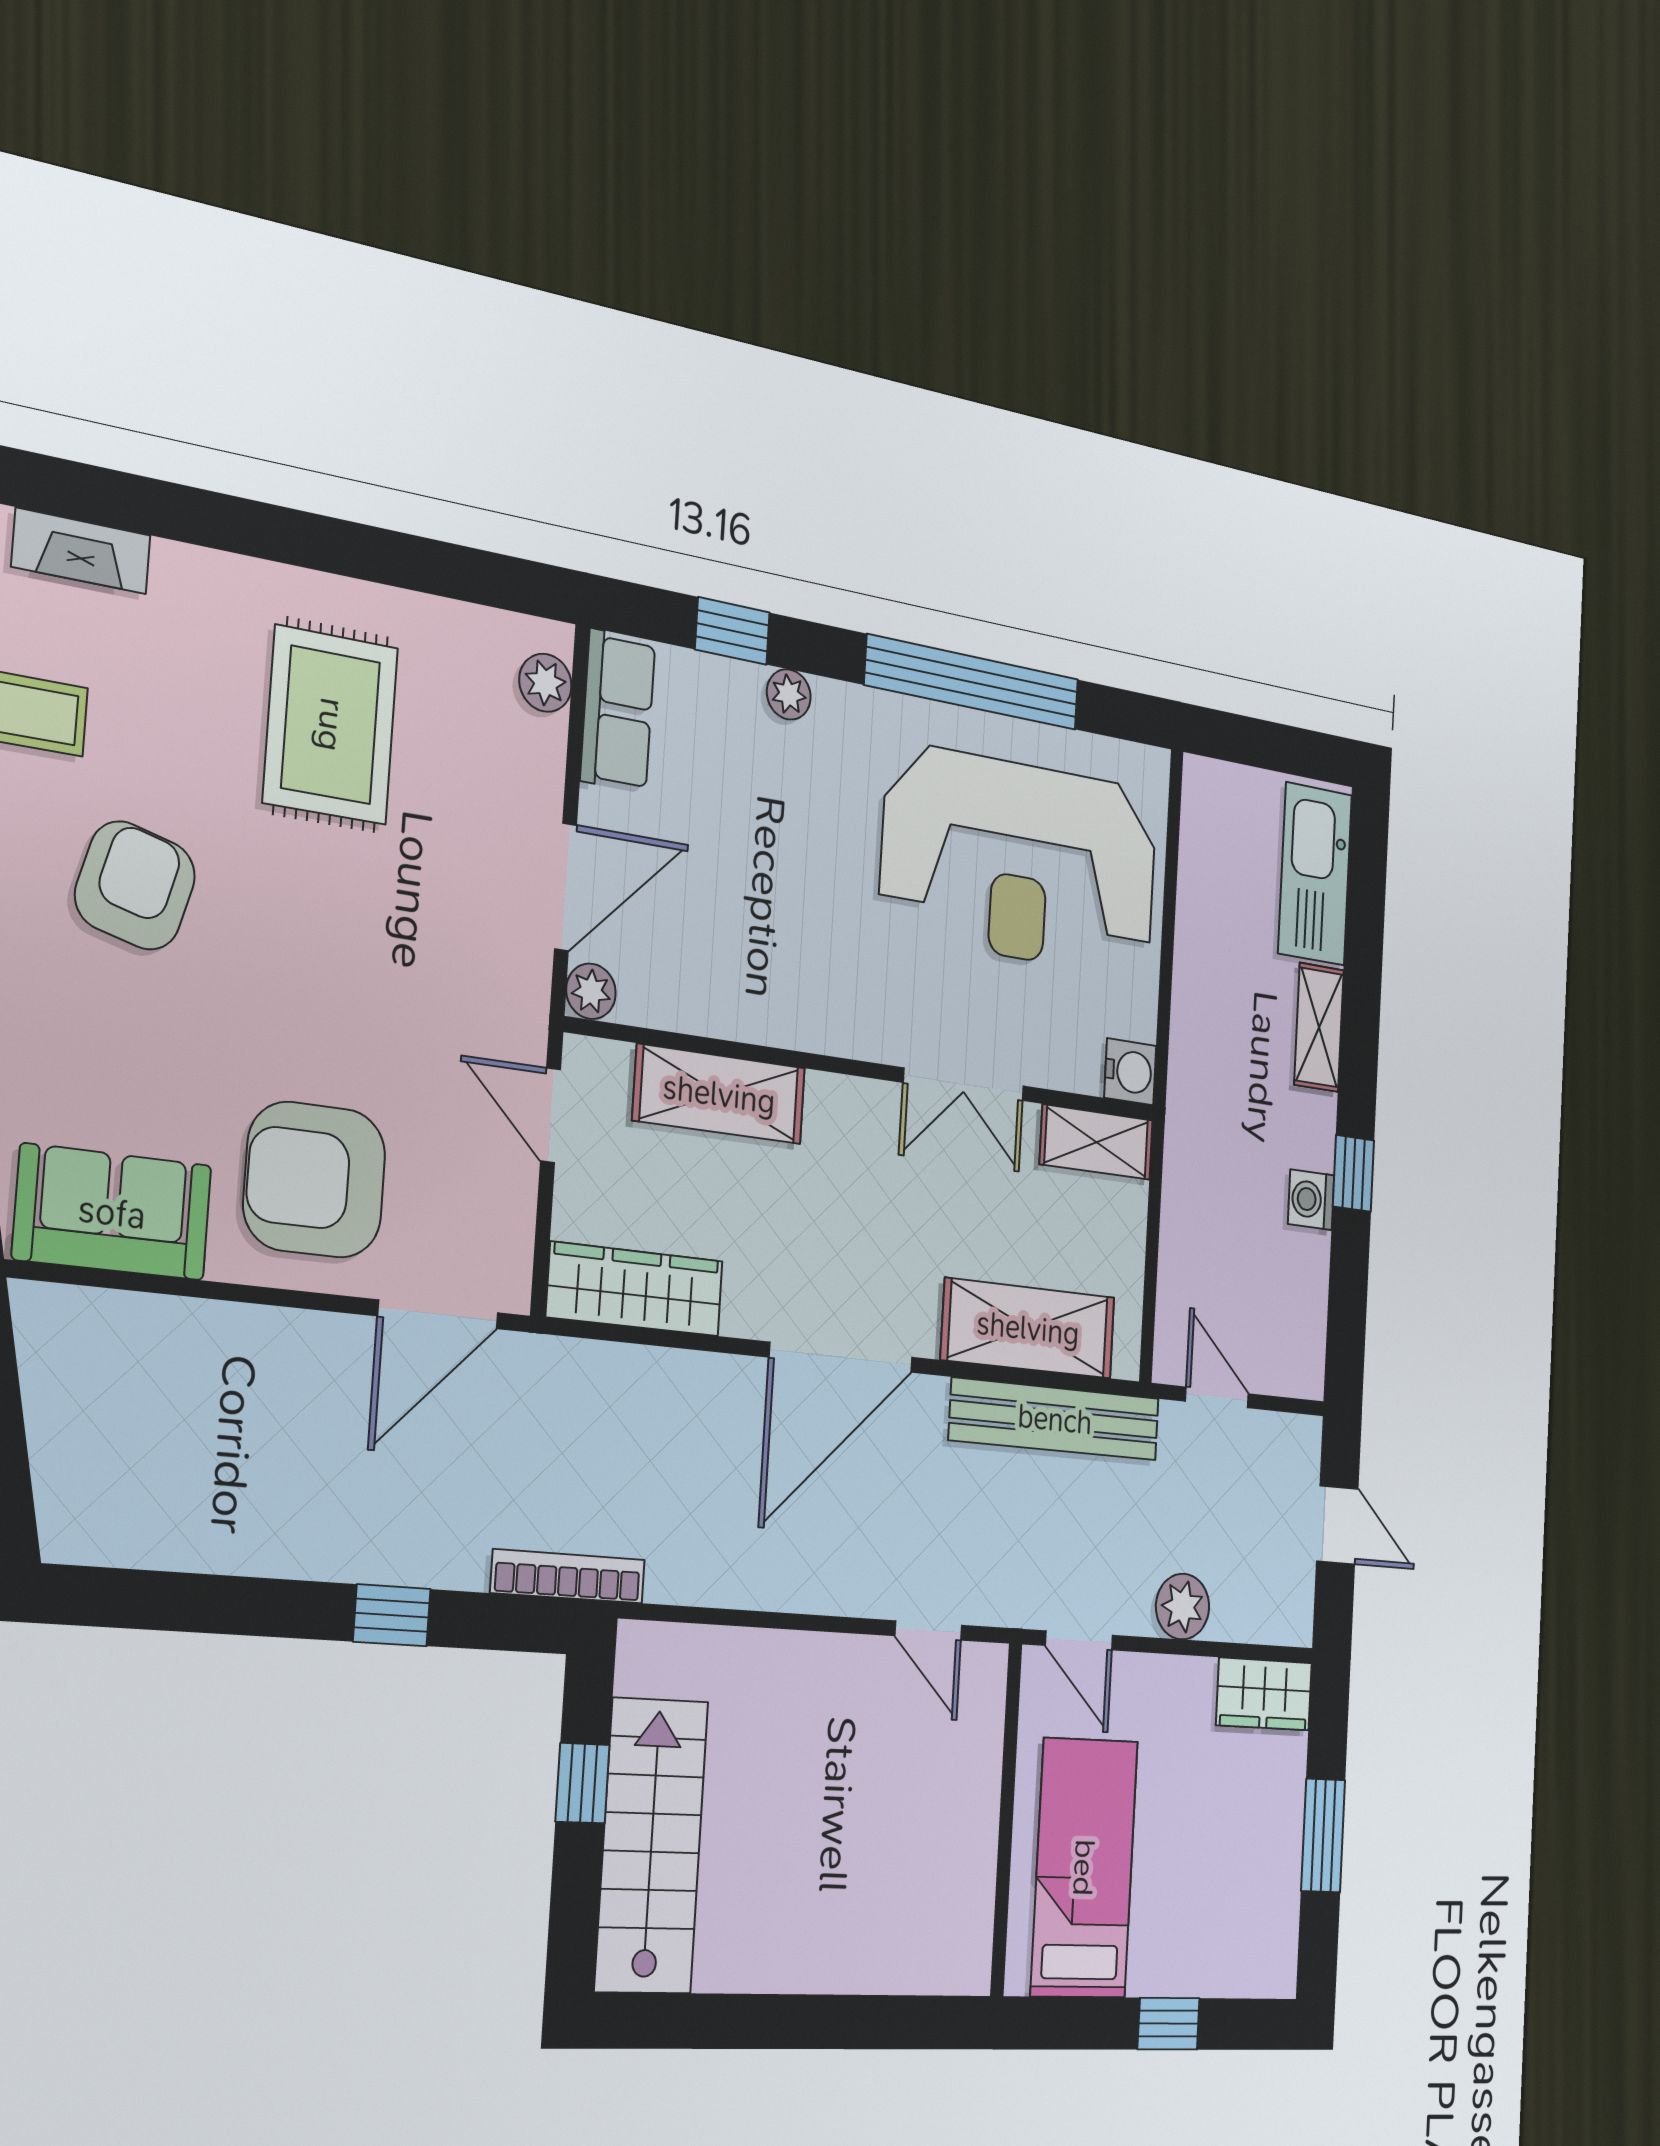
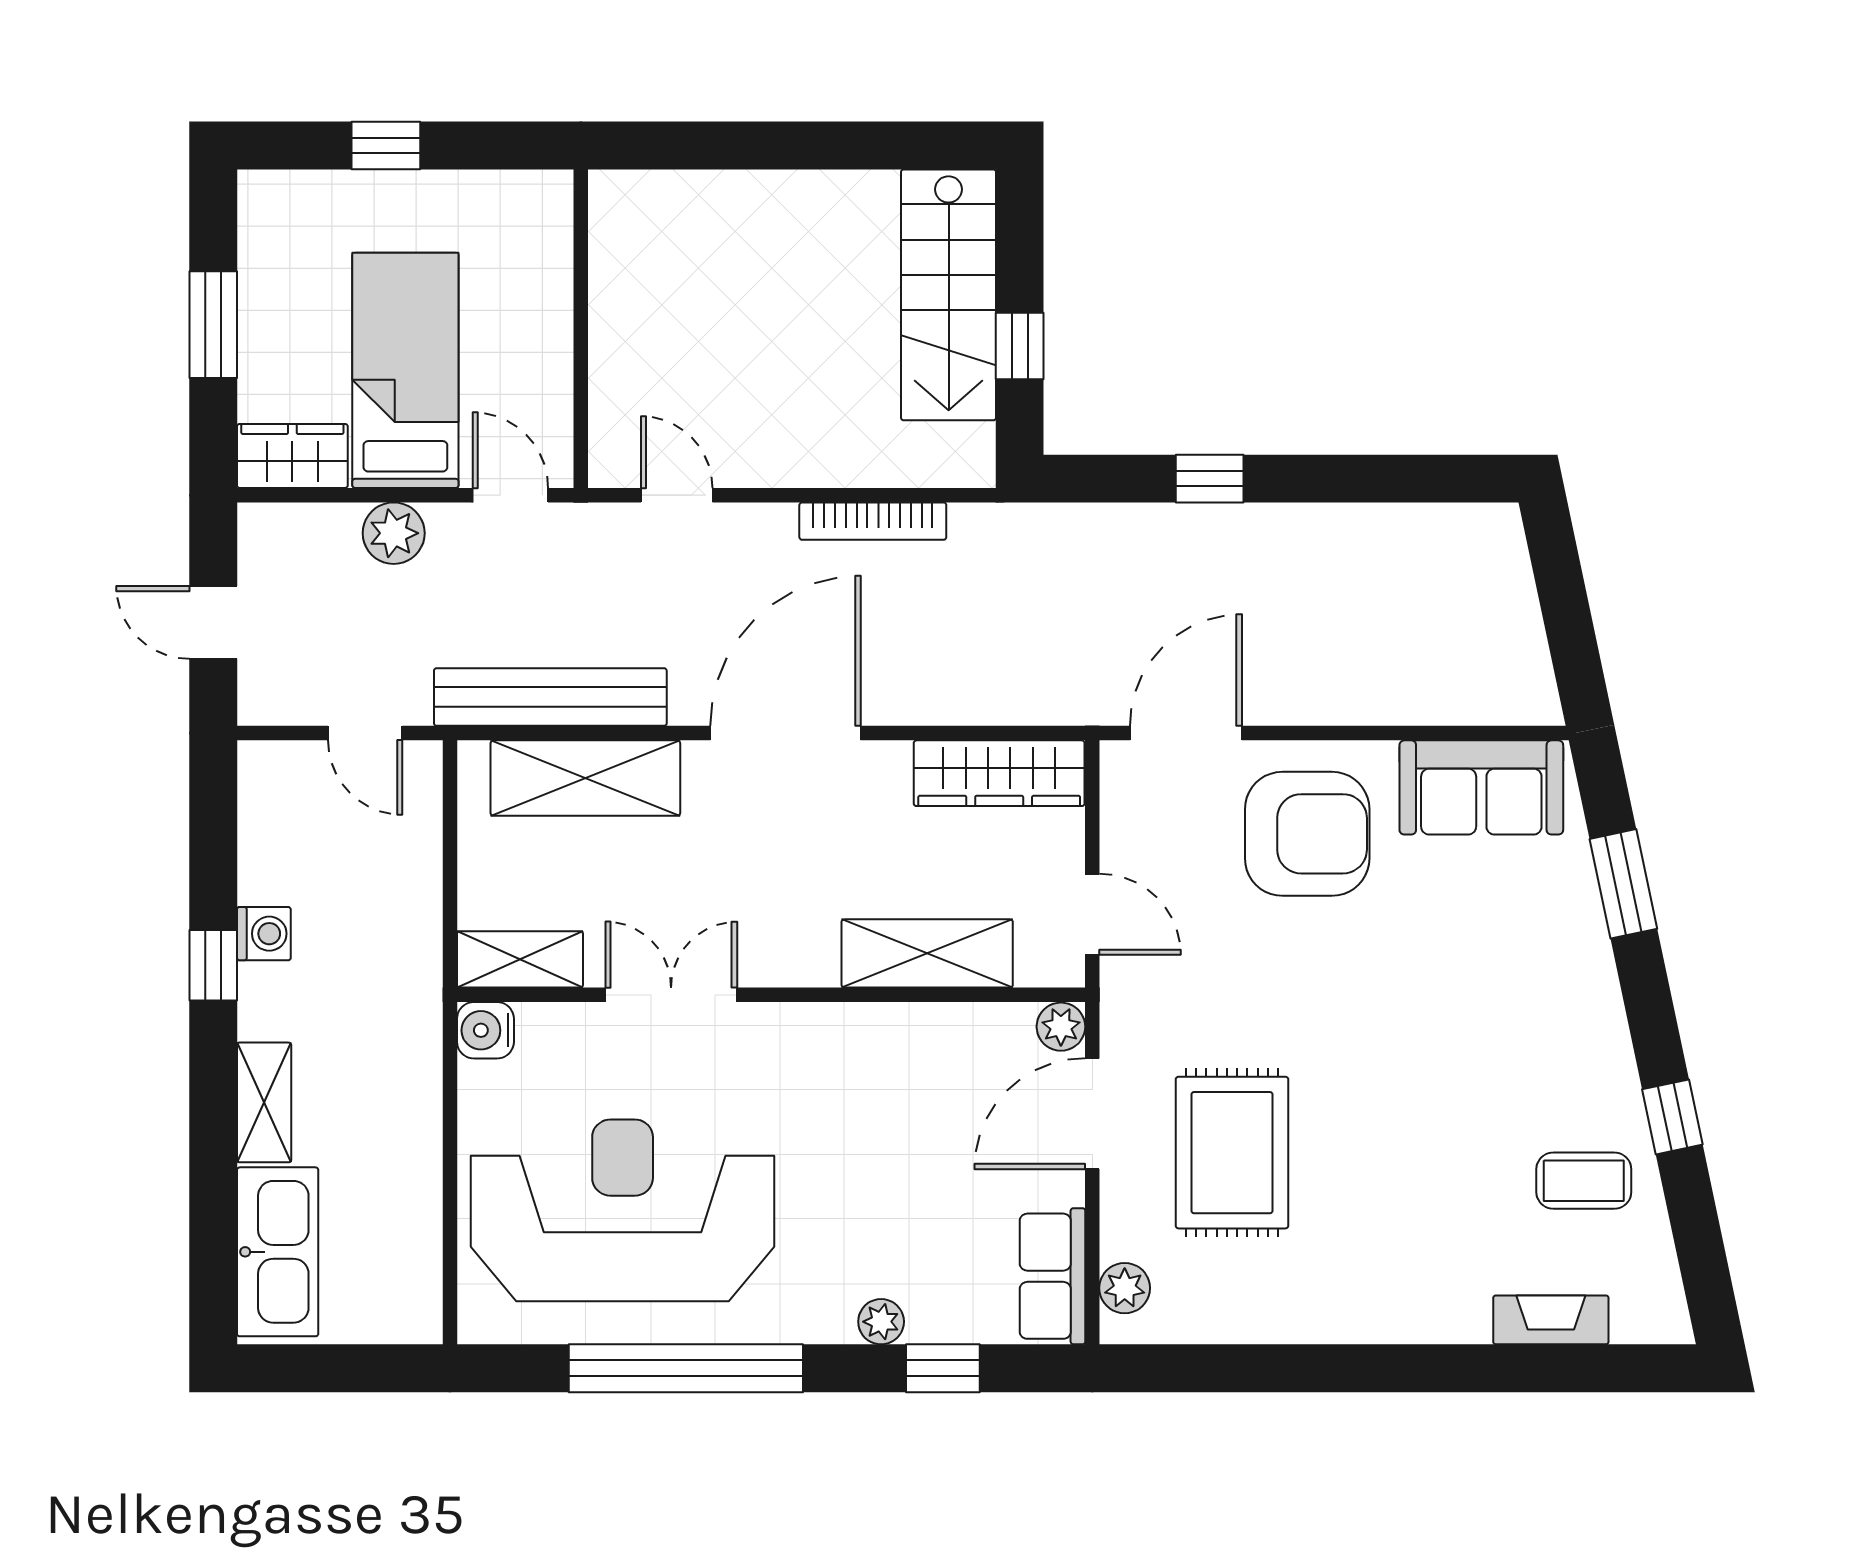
rug: (331, 725) -> (1232, 1153), moved
armchair: (135, 885) -> (1483, 1055), removed
bookcase: (568, 1576) -> (873, 521), moved
bed: (1084, 1868) -> (405, 370), moved, turned 180

